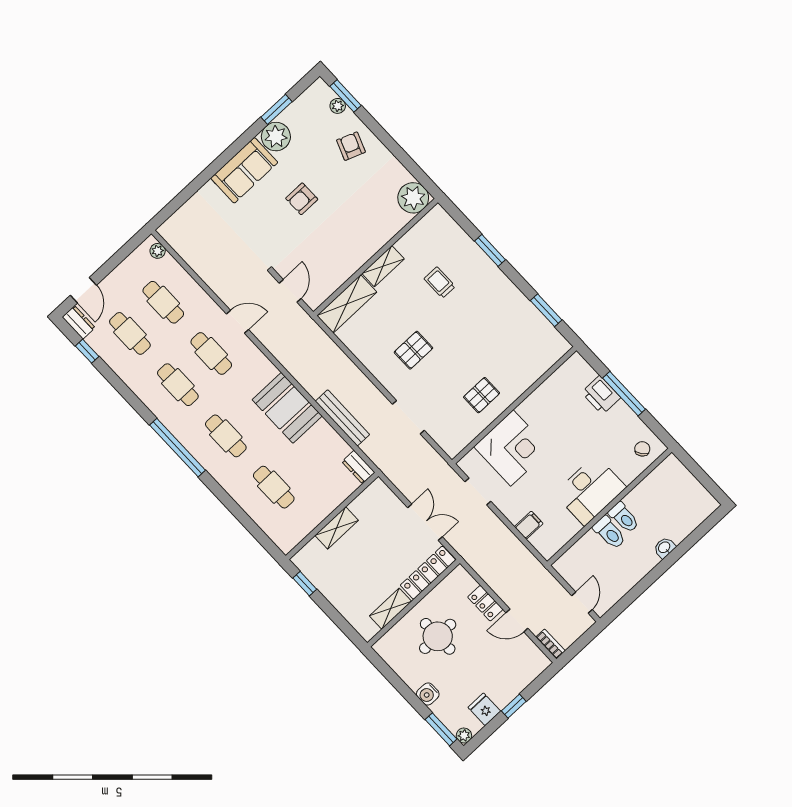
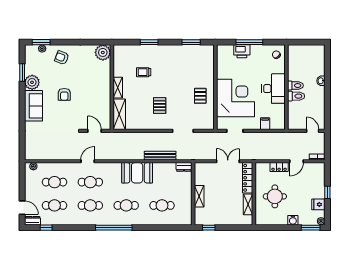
corner desk: (512, 448) -> (235, 98), width x1.36, depth x1.36

